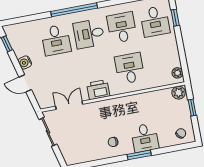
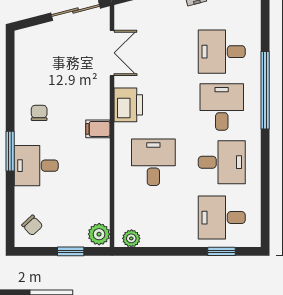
desk: (130, 68) -> (153, 162), turned -90
filing cabinet: (116, 105) -> (98, 129), added

